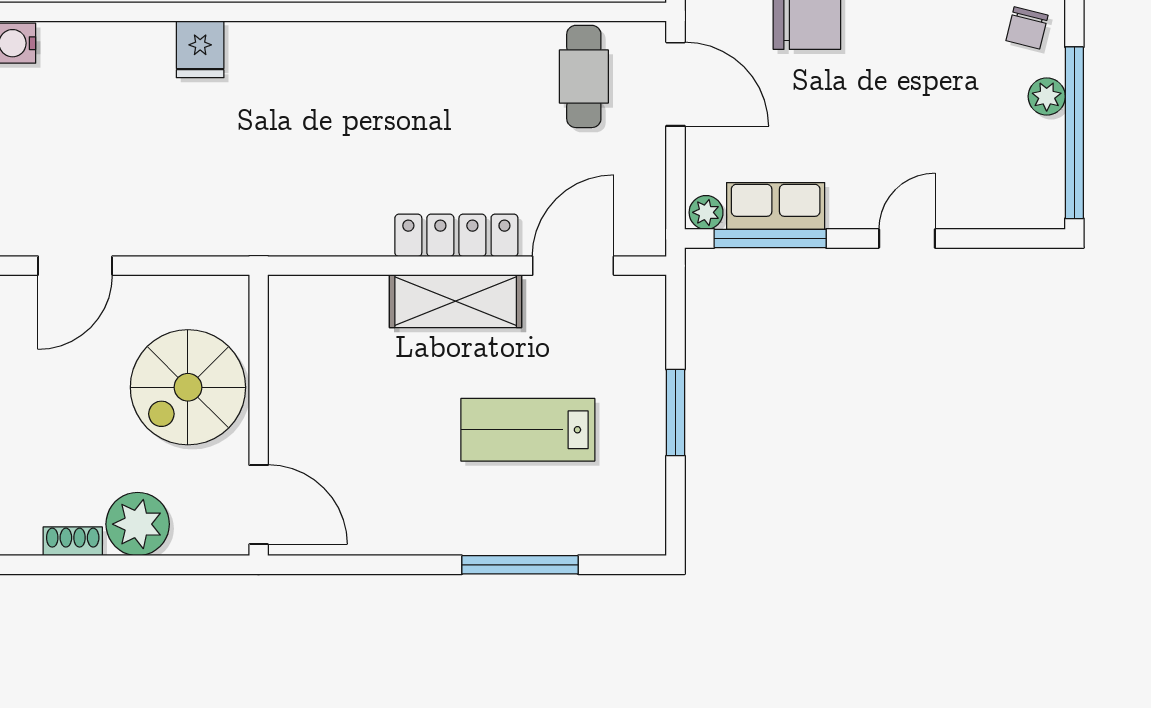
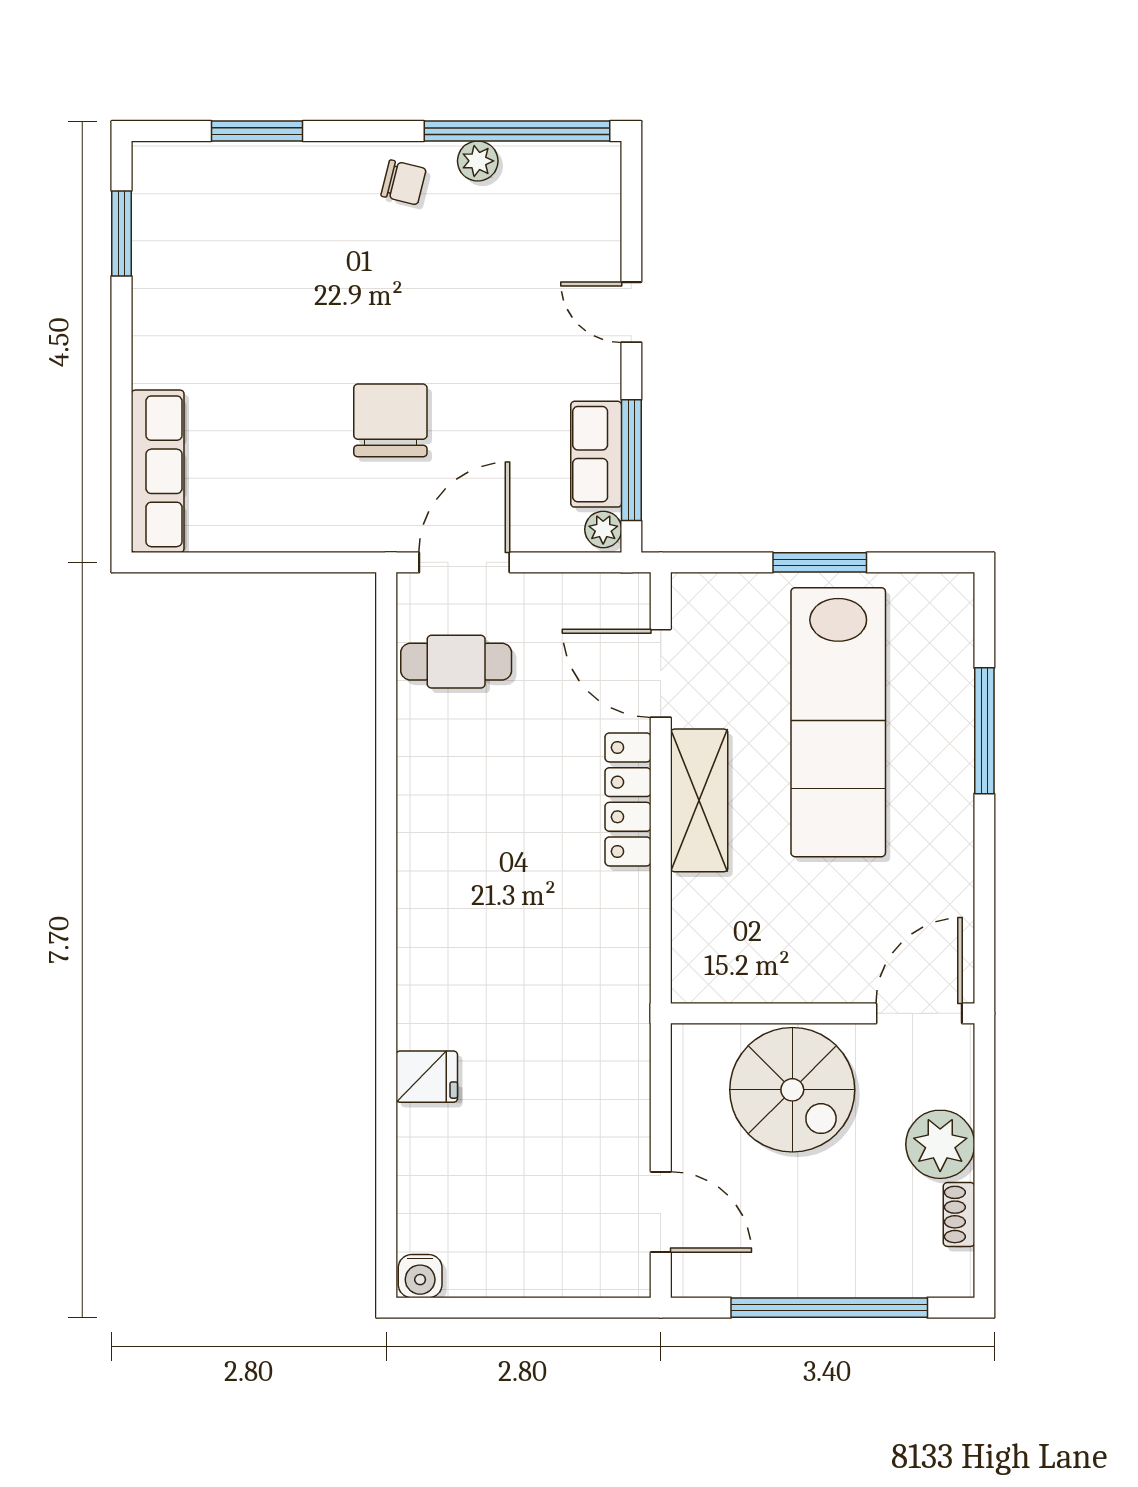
lab bench: (528, 430) -> (838, 722), width x1.86, depth x1.39

